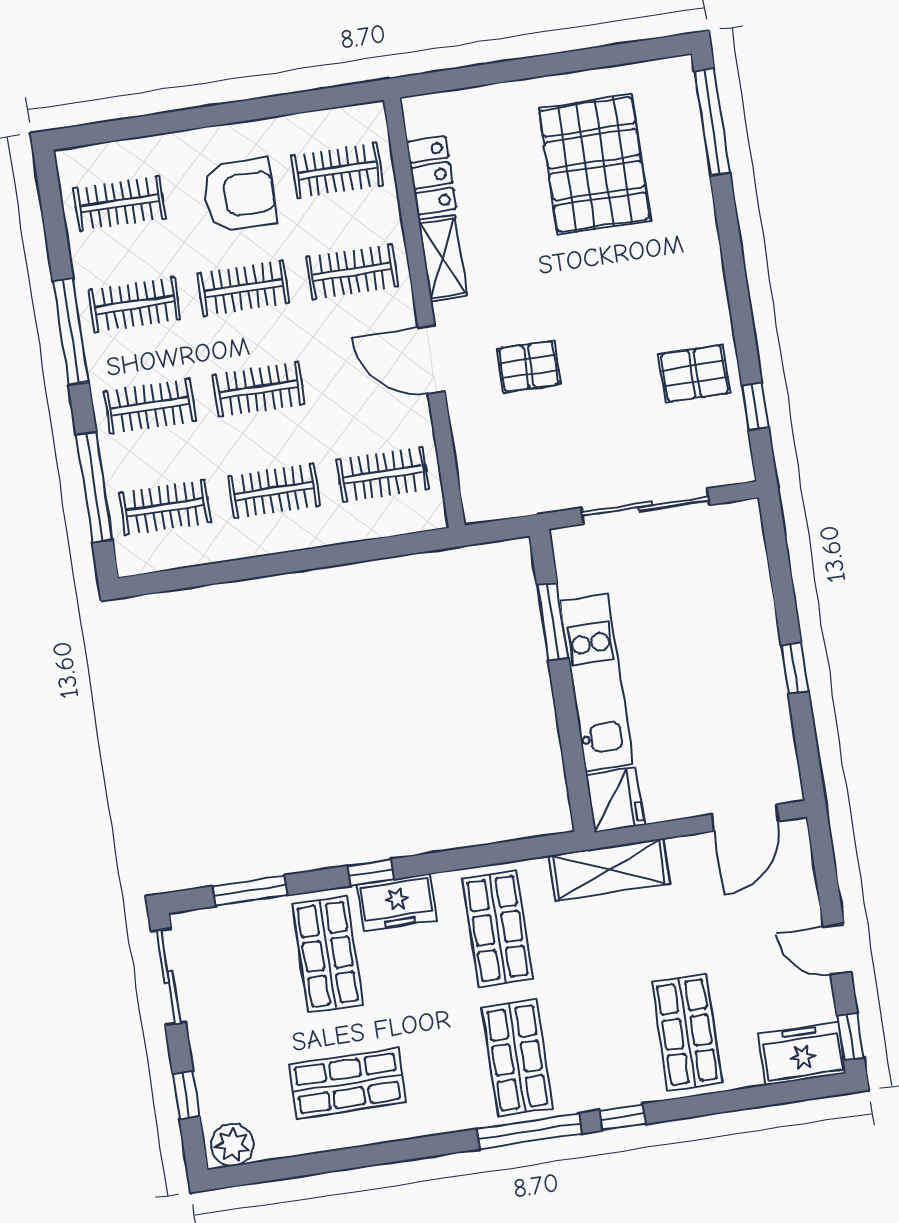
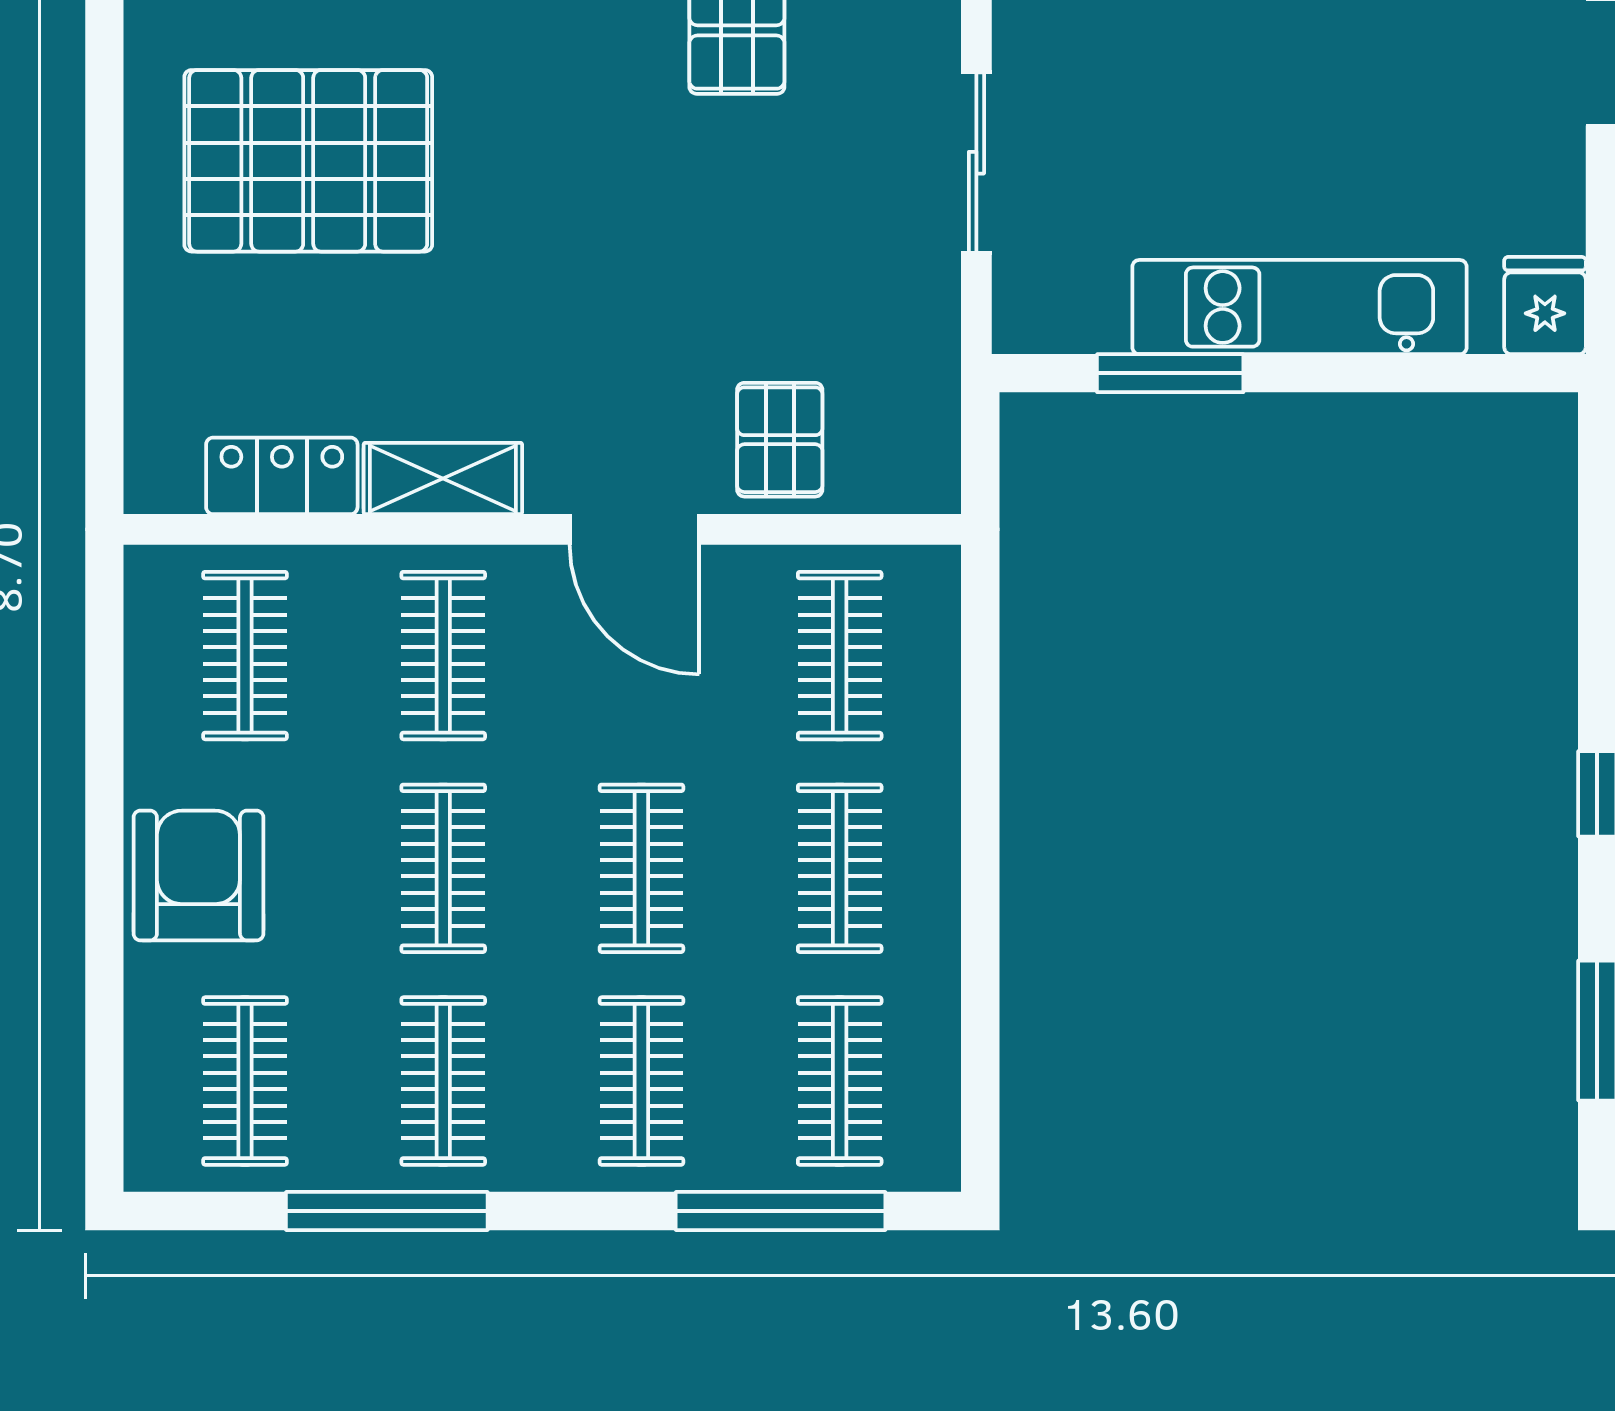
armchair: (240, 195) -> (198, 875), moved
window: (71, 332) -> (387, 1211), moved
door: (431, 360) -> (634, 529), hinge flipped
pallet: (529, 367) -> (780, 440), moved
sliding door: (645, 506) -> (976, 163), width x0.73
fridge: (615, 800) -> (1545, 306), width x0.72

